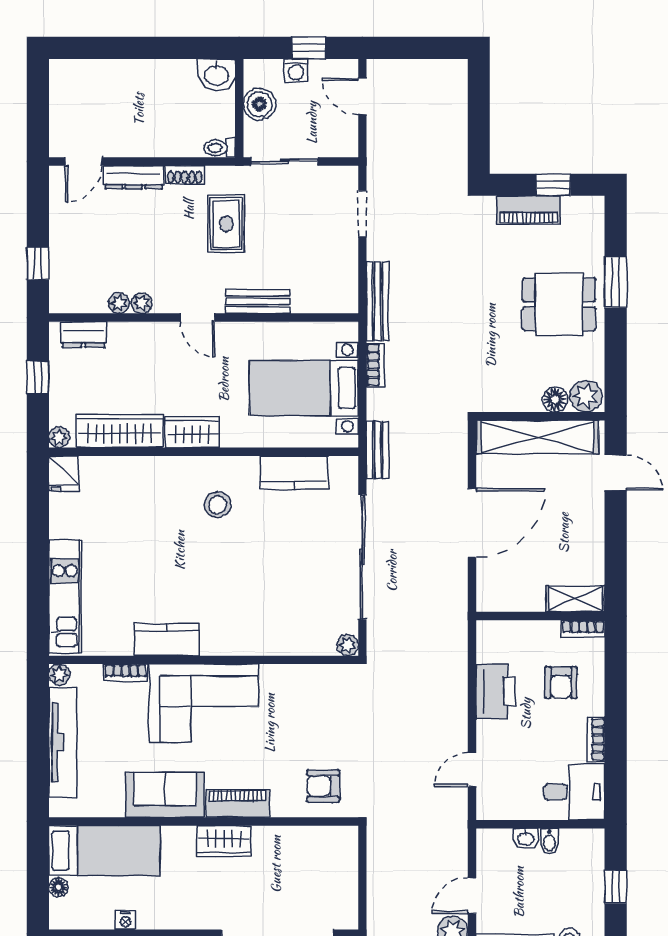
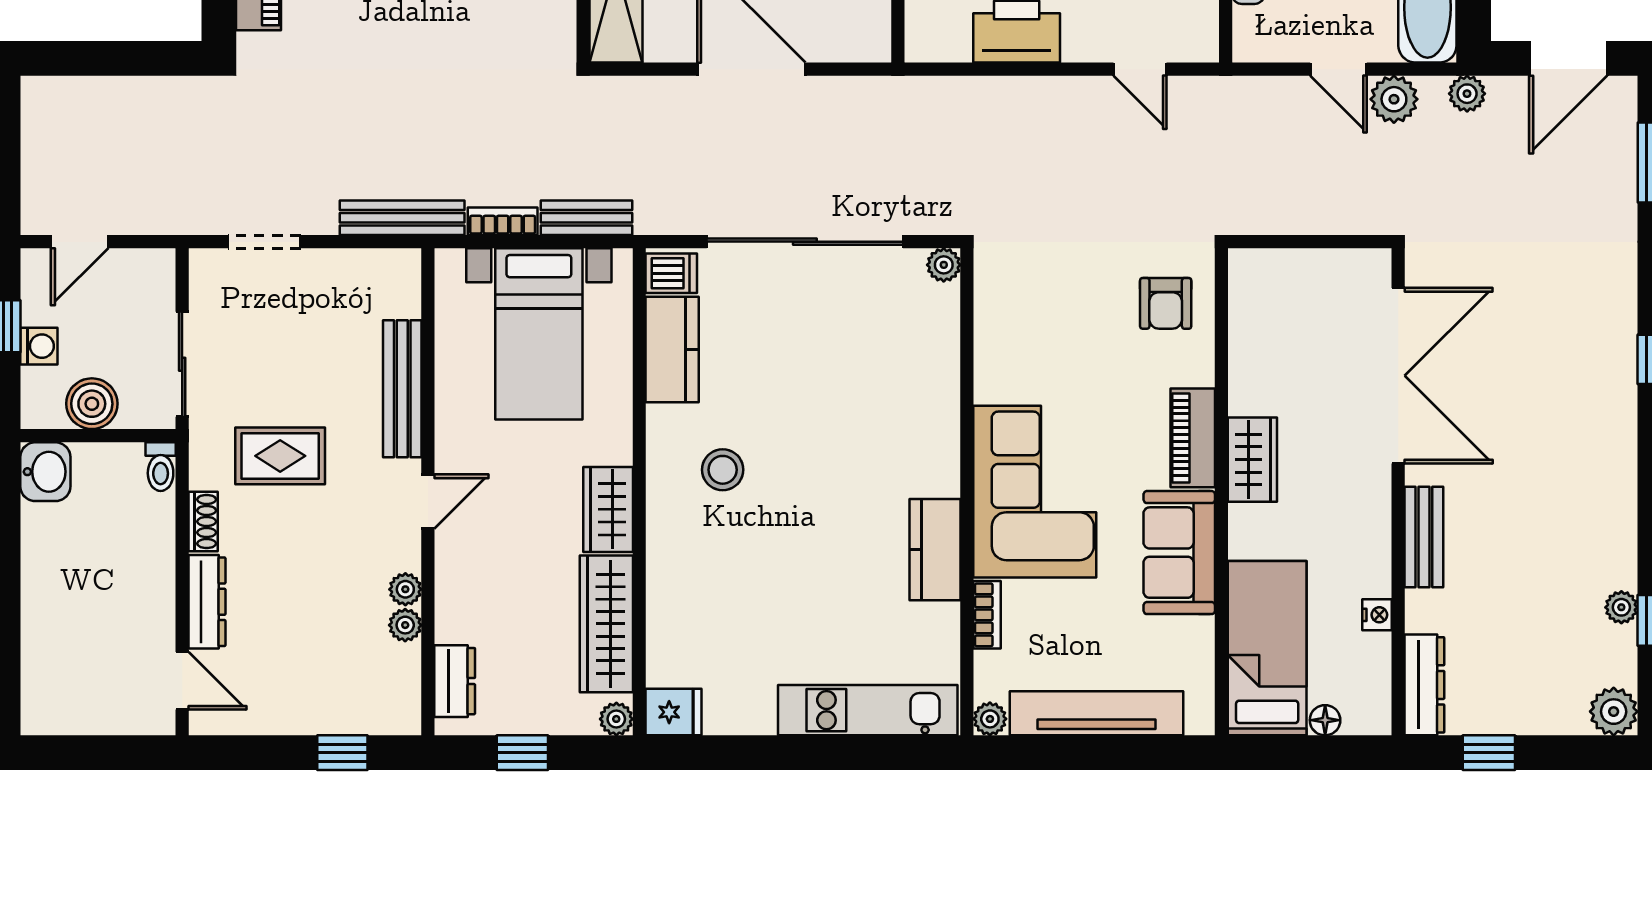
bench: (257, 301) -> (402, 389), width x1.36
bench: (378, 450) -> (586, 218), moved
dishwasher: (342, 472) -> (671, 273), added

